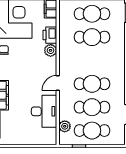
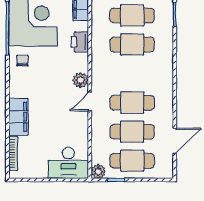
plant: (51, 50) -> (81, 80), moved
desk: (44, 111) -> (68, 163), moved, turned 90
plant: (65, 126) -> (98, 171), moved

